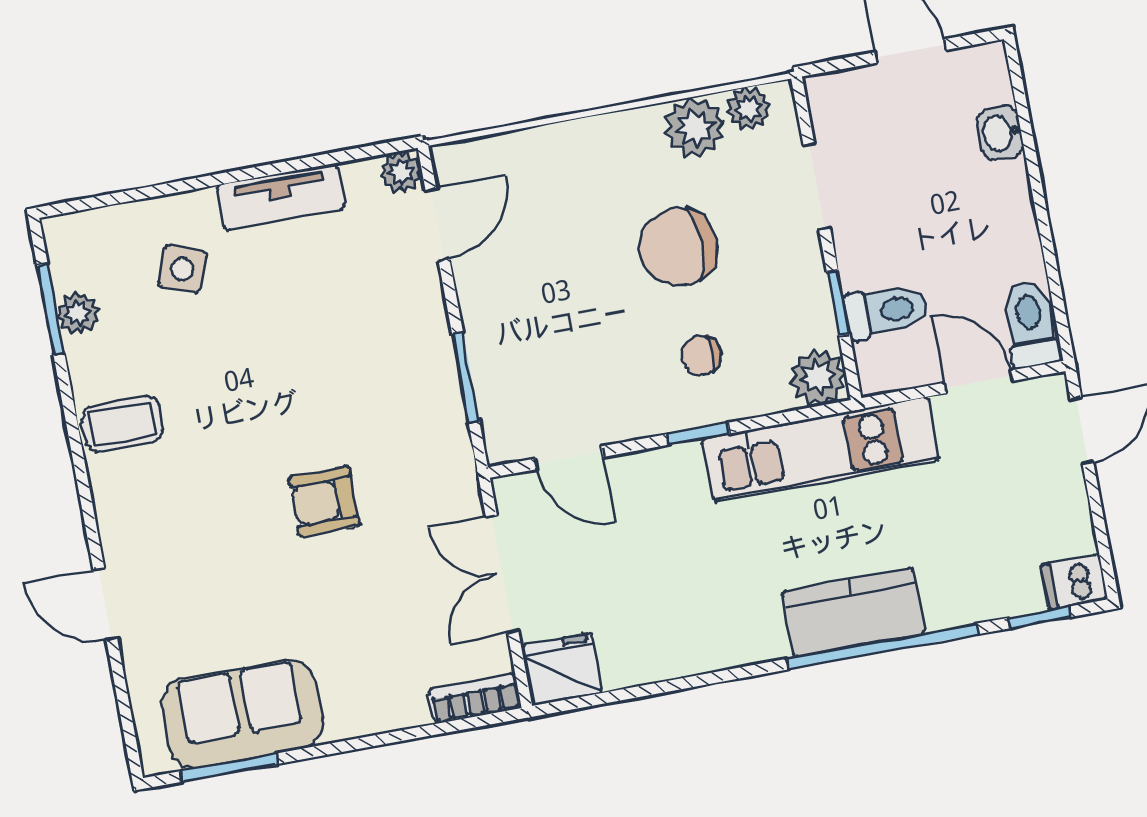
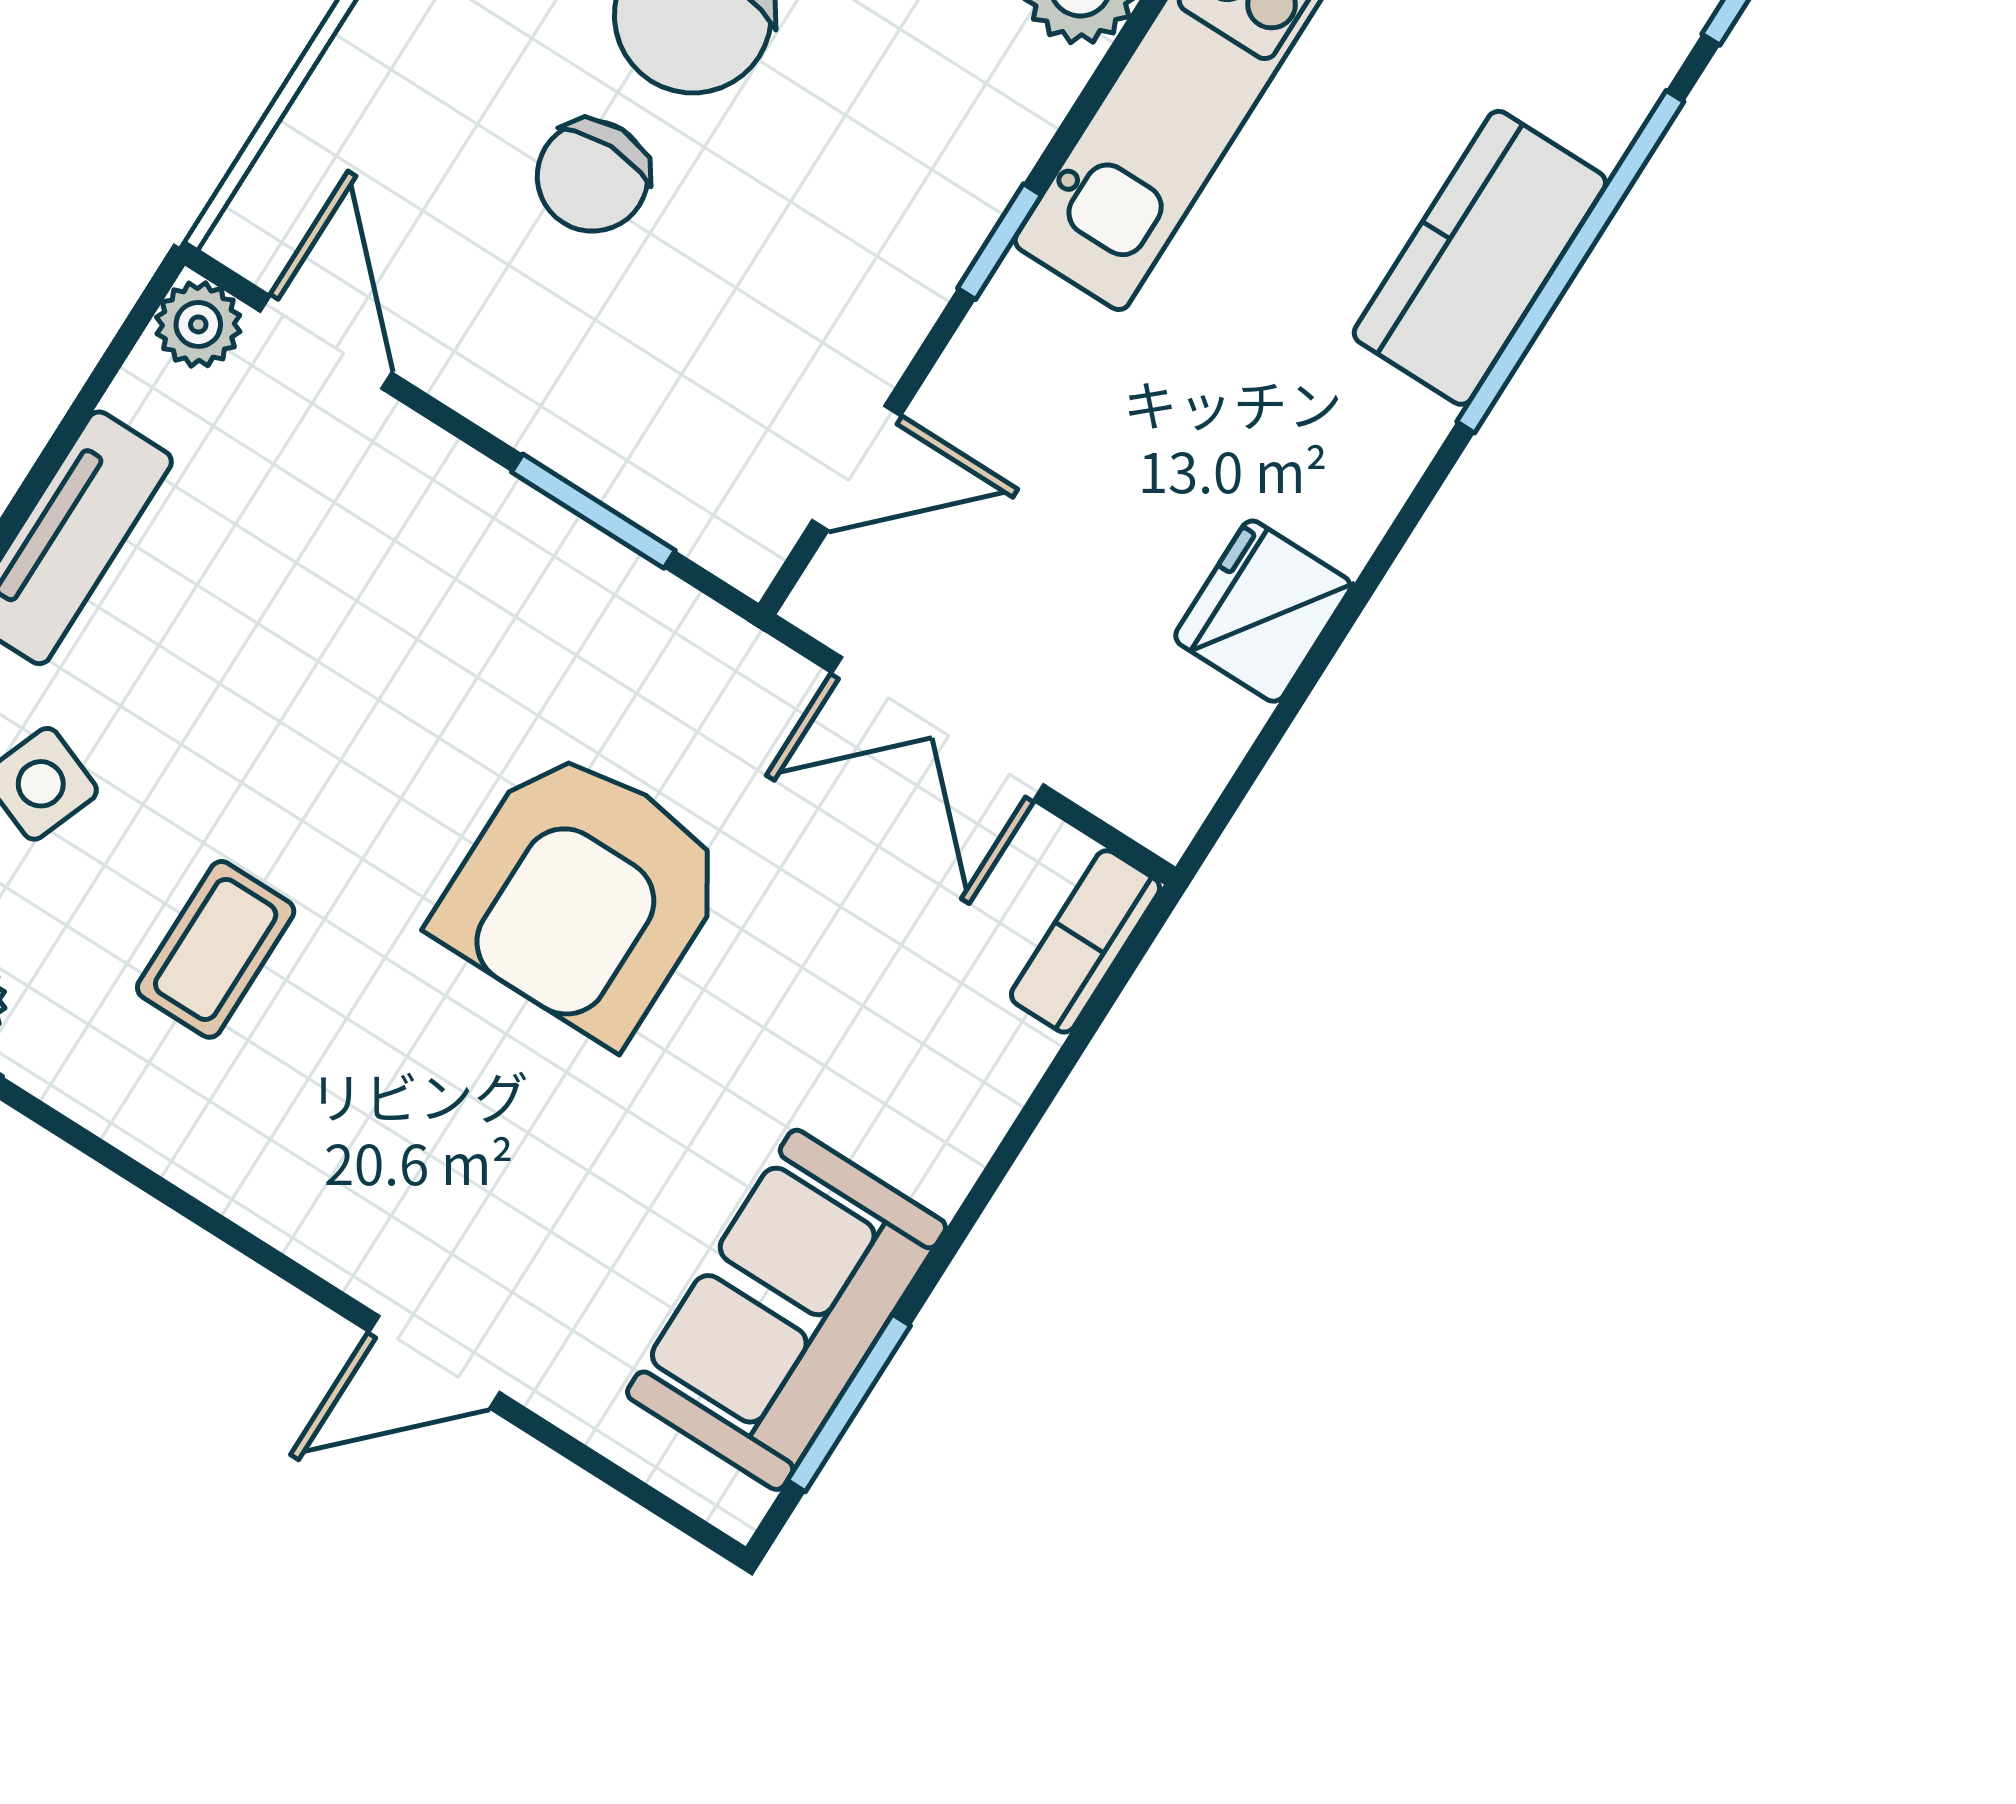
chair: (701, 355) -> (593, 176), moved, width x1.37, depth x1.37
coffee table: (122, 424) -> (216, 949), moved
armchair: (324, 501) -> (583, 894), width x1.88, depth x1.88
fridge: (561, 669) -> (1263, 611), moved

